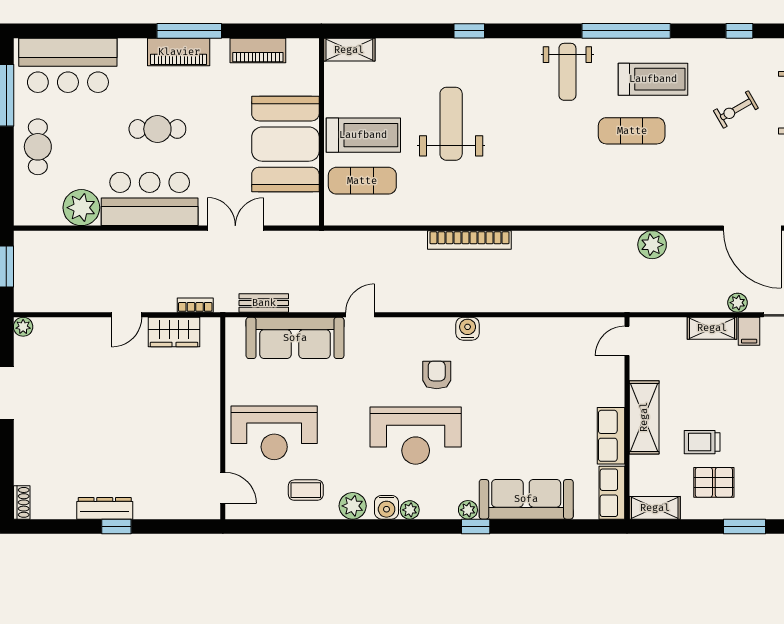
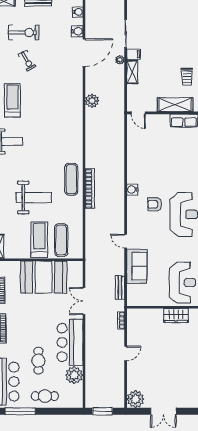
weight bench: (451, 124) -> (34, 197), turned 180
cafe table: (157, 129) -> (38, 361), moved
exercise mat: (632, 131) -> (71, 179), moved
door: (127, 315) -> (126, 353), hinge flipped
plant: (23, 327) -> (135, 399), width x1.88, depth x1.88
wardrobe: (174, 332) -> (176, 315), moved, turned 90
sofa: (295, 338) -> (137, 266), width x0.73

